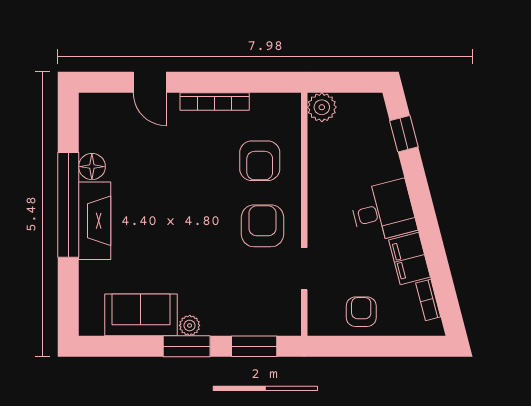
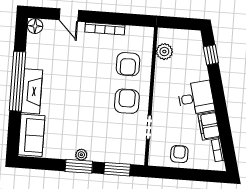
plant: (322, 107) -> (164, 52), moved
floor lamp: (92, 167) -> (35, 26), moved
sofa: (141, 315) -> (31, 135), moved, turned 90

